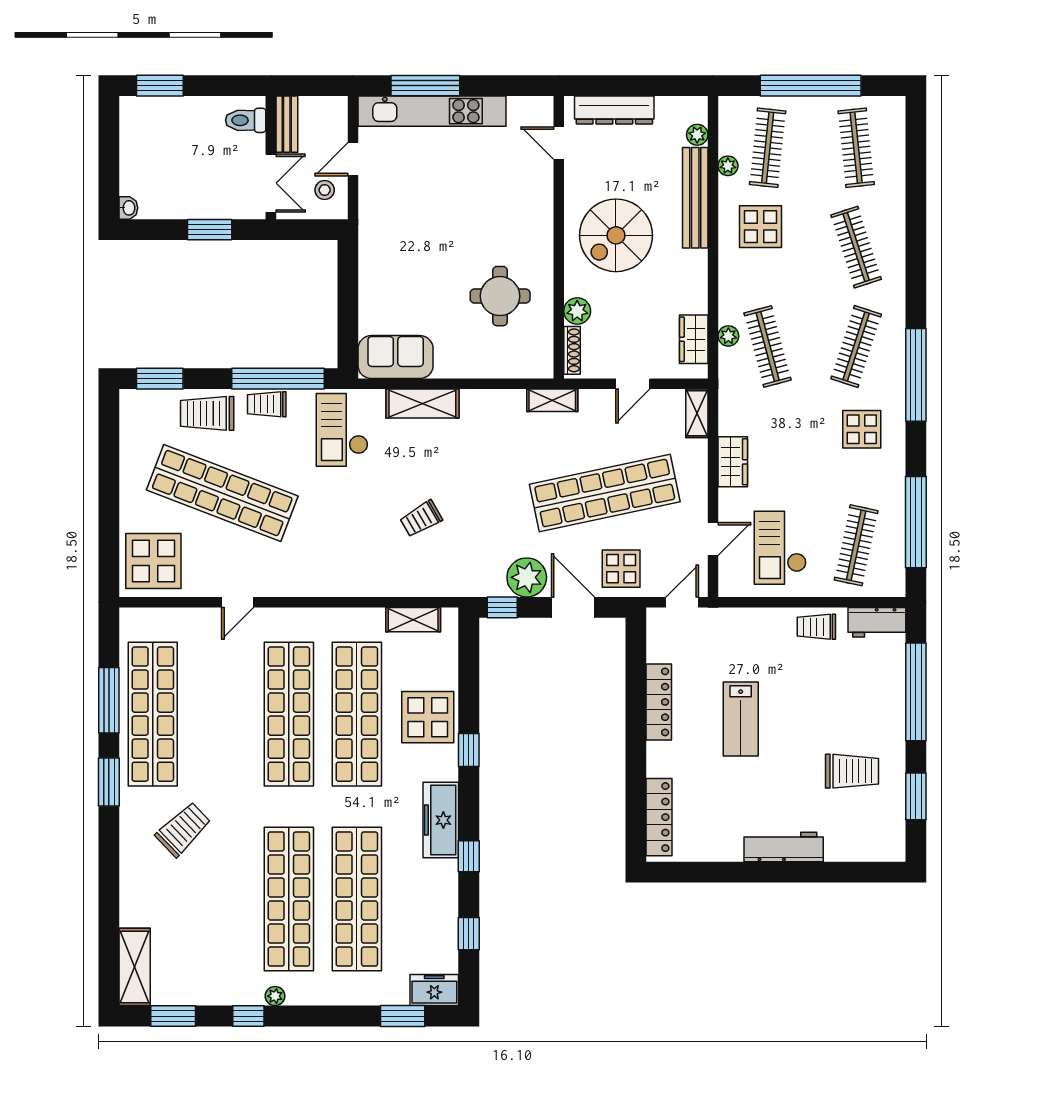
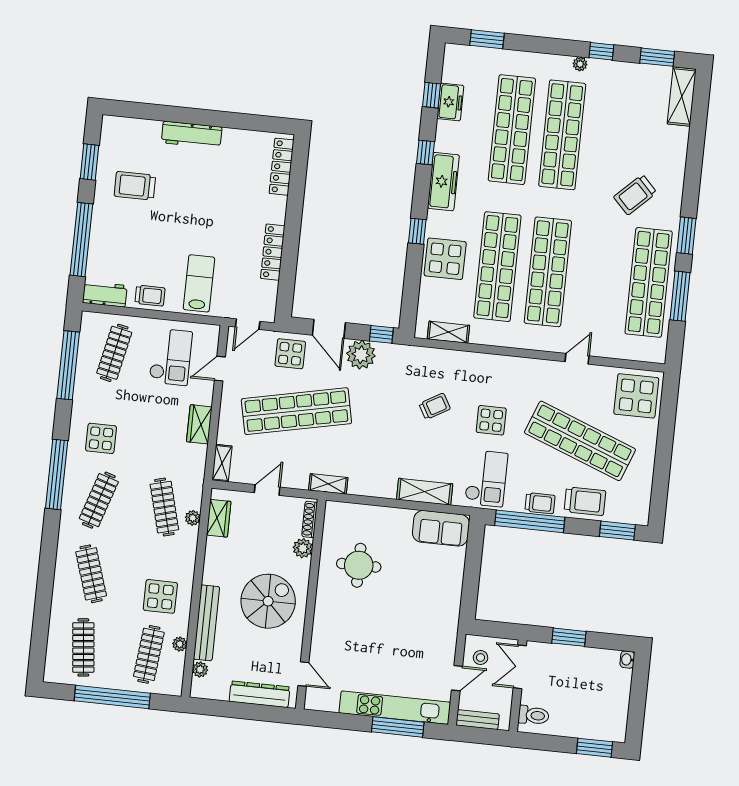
bench: (287, 124) -> (478, 720), moved, turned 90
display table: (344, 508) -> (491, 420), added
lab bench: (741, 719) -> (199, 283), moved
freezer: (434, 990) -> (450, 102), moved, turned -90

